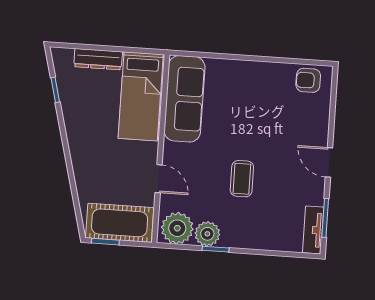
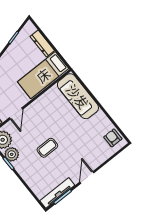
sofa: (184, 99) -> (78, 96), moved, turned 90
tv unit: (313, 230) -> (57, 193), width x1.41

